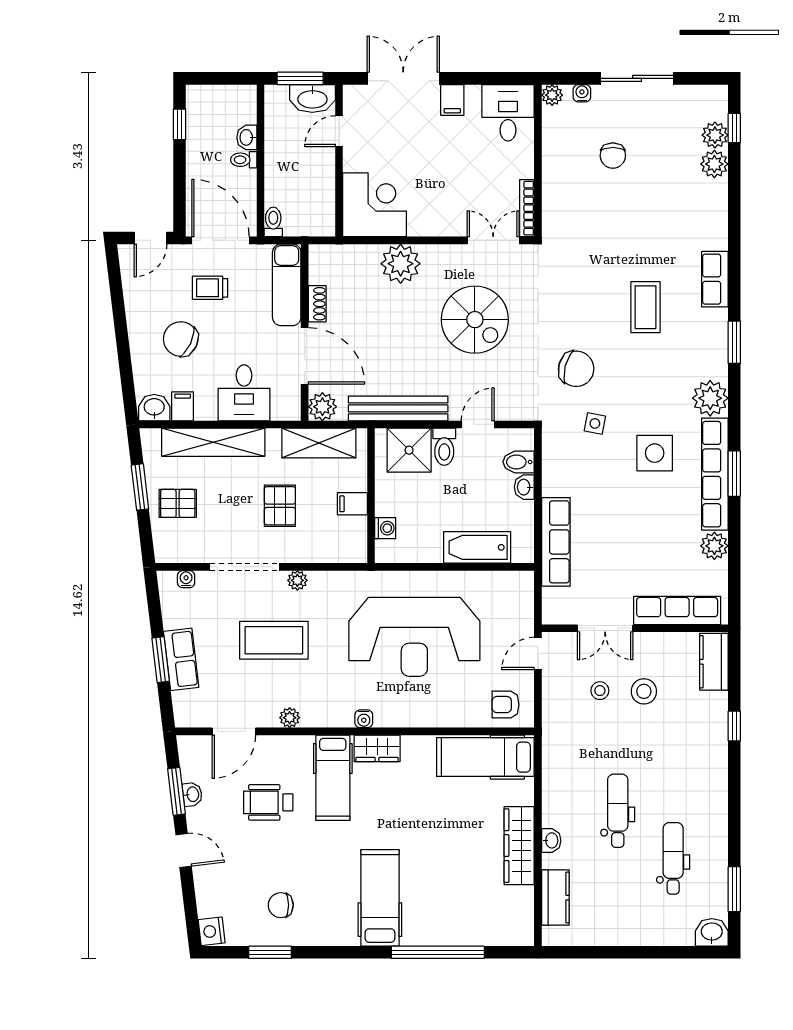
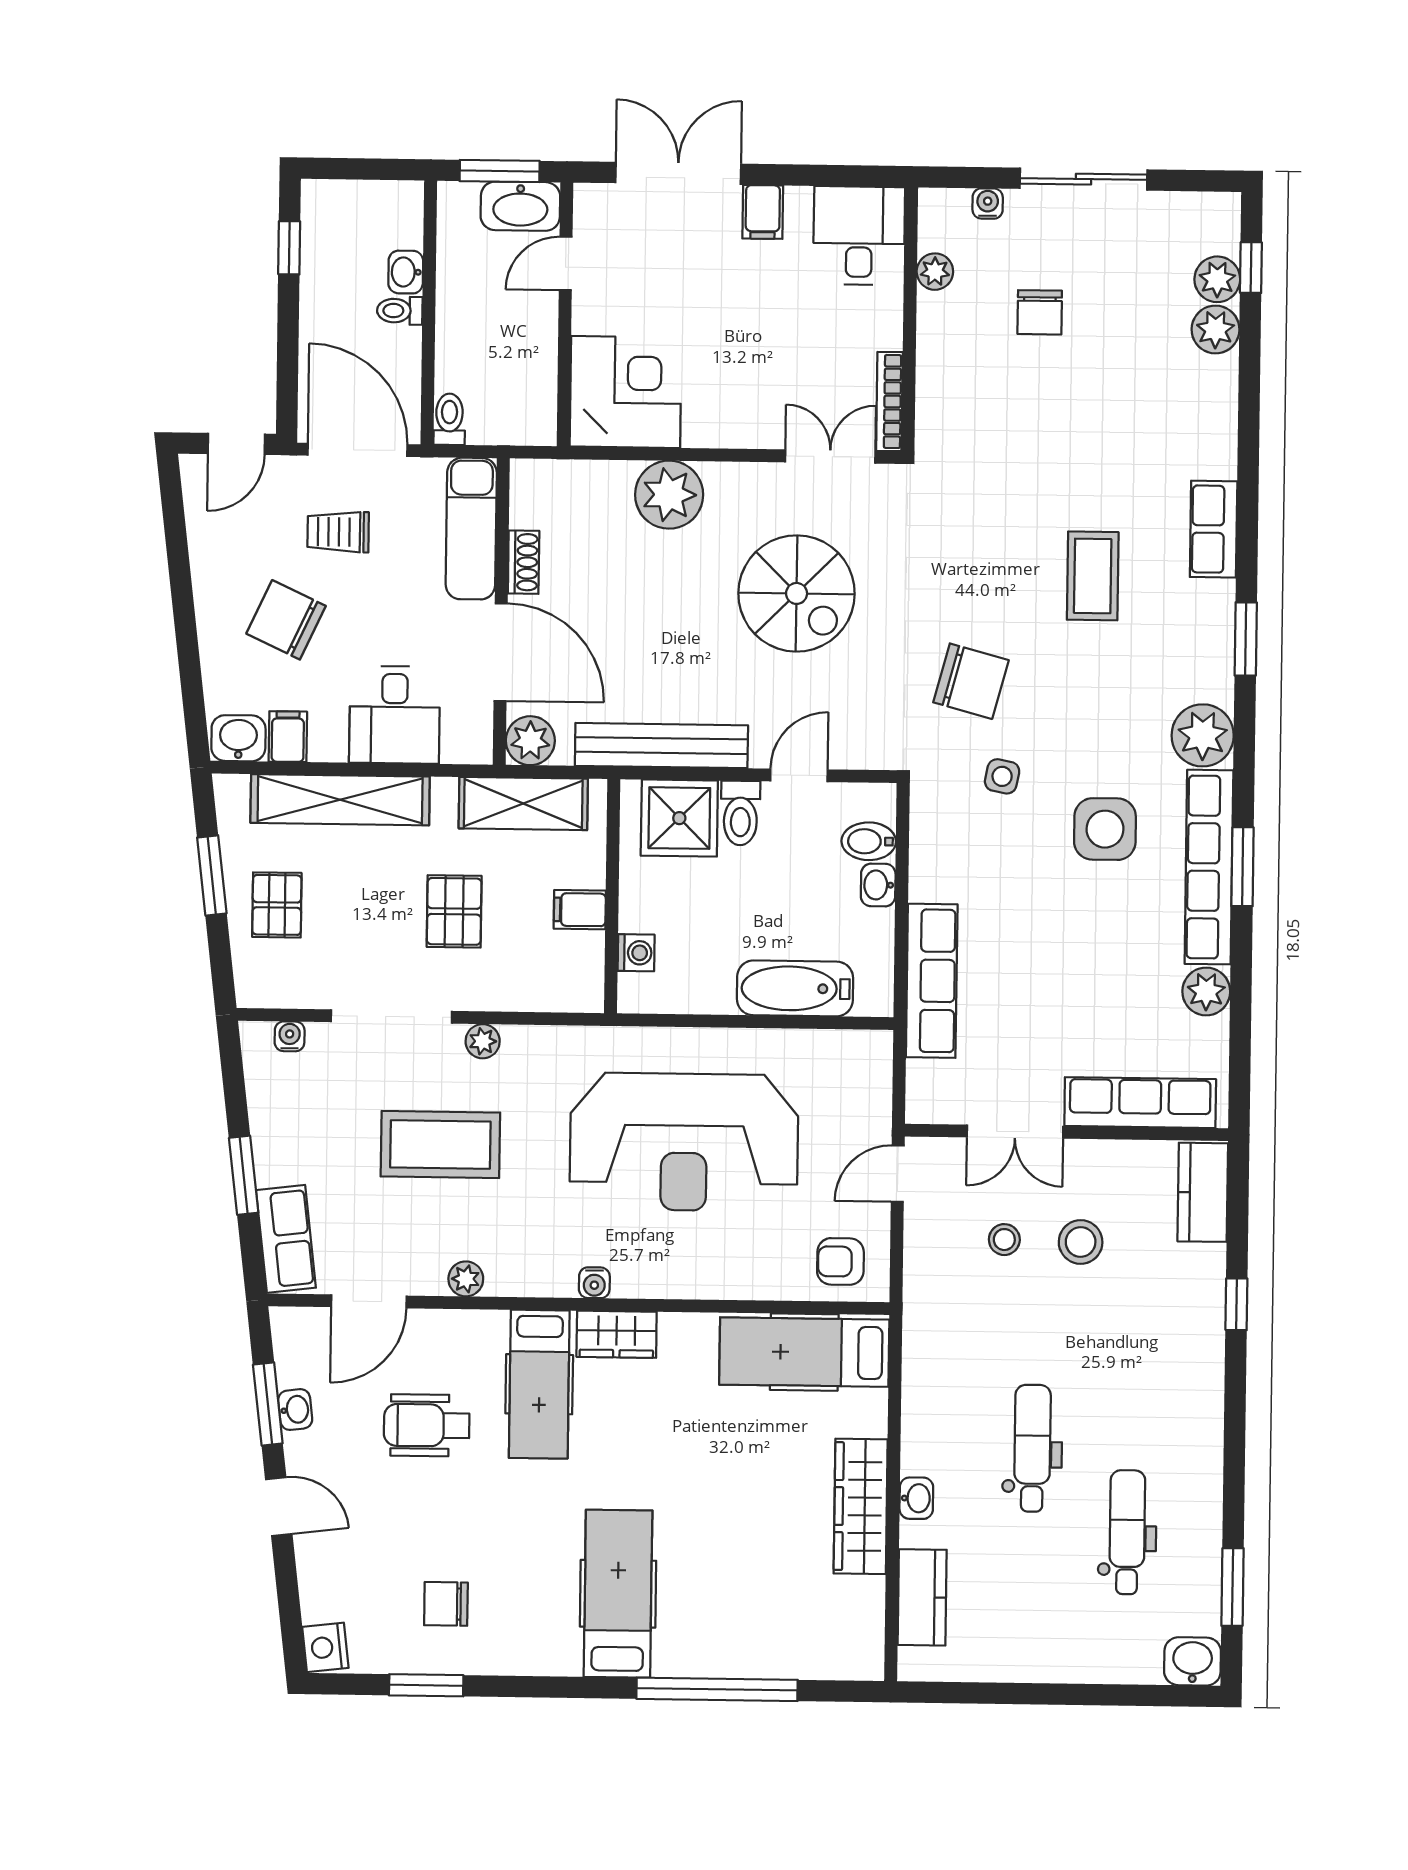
plant: (552, 95) -> (935, 272), moved
pallet: (178, 503) -> (277, 905), turned 90
row of seats: (181, 659) -> (286, 1239), moved

